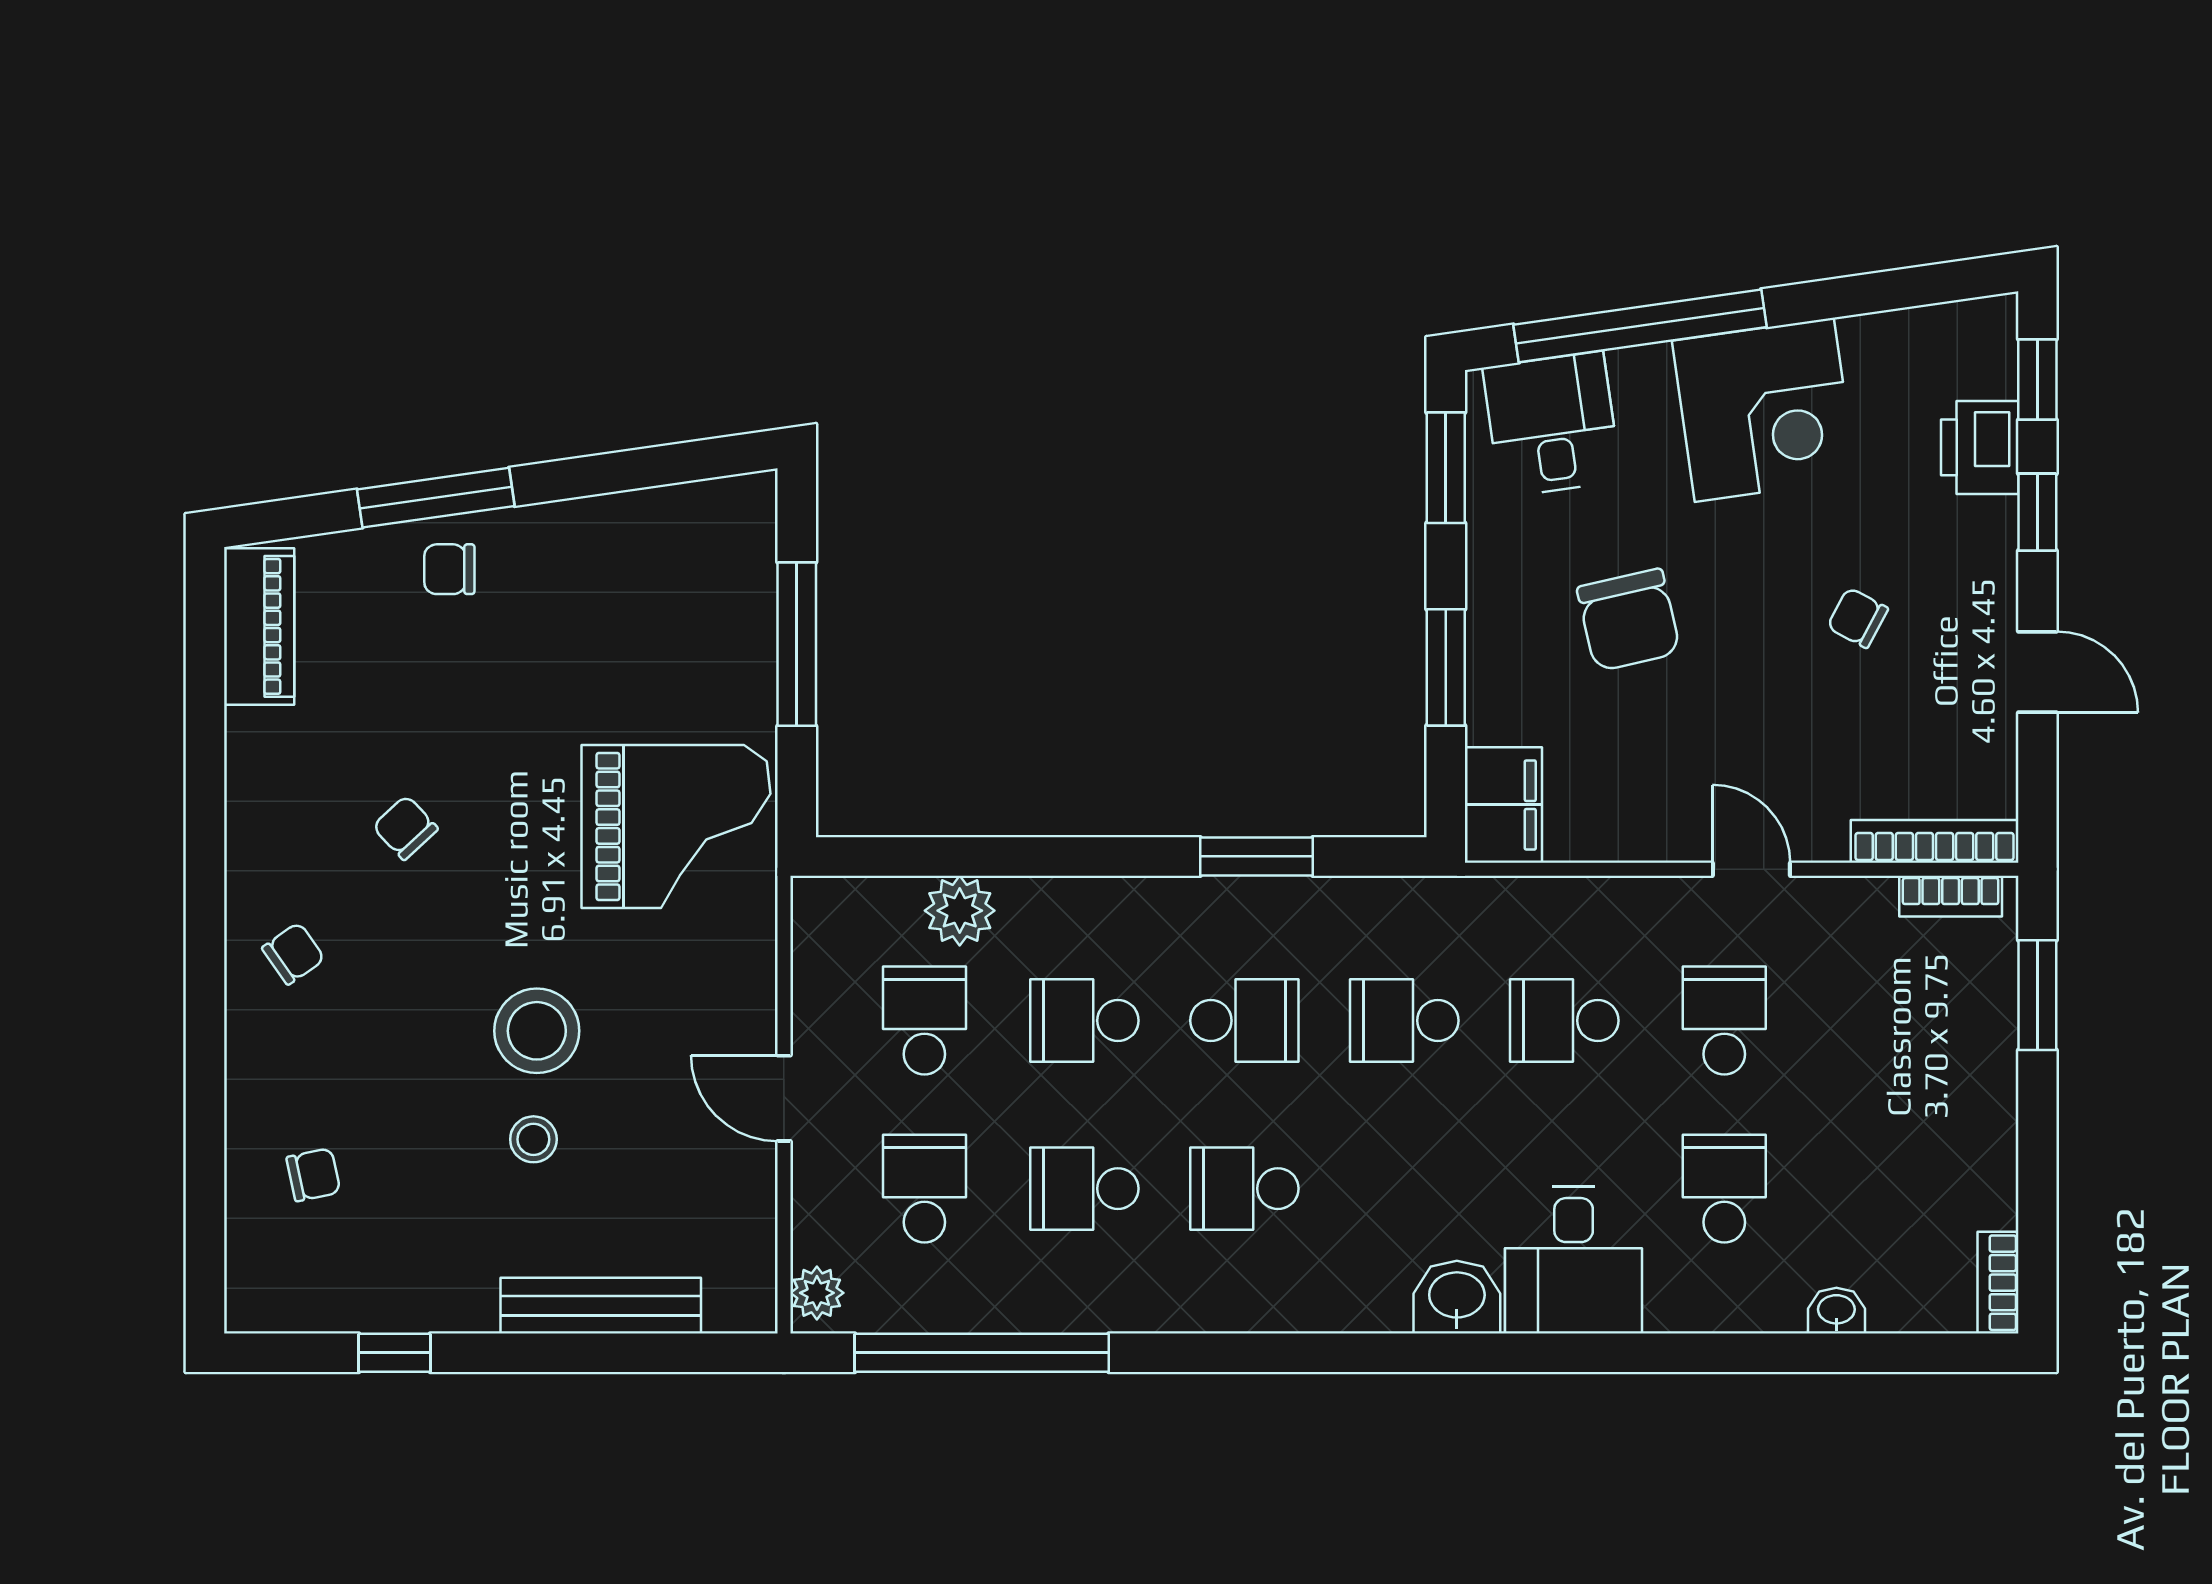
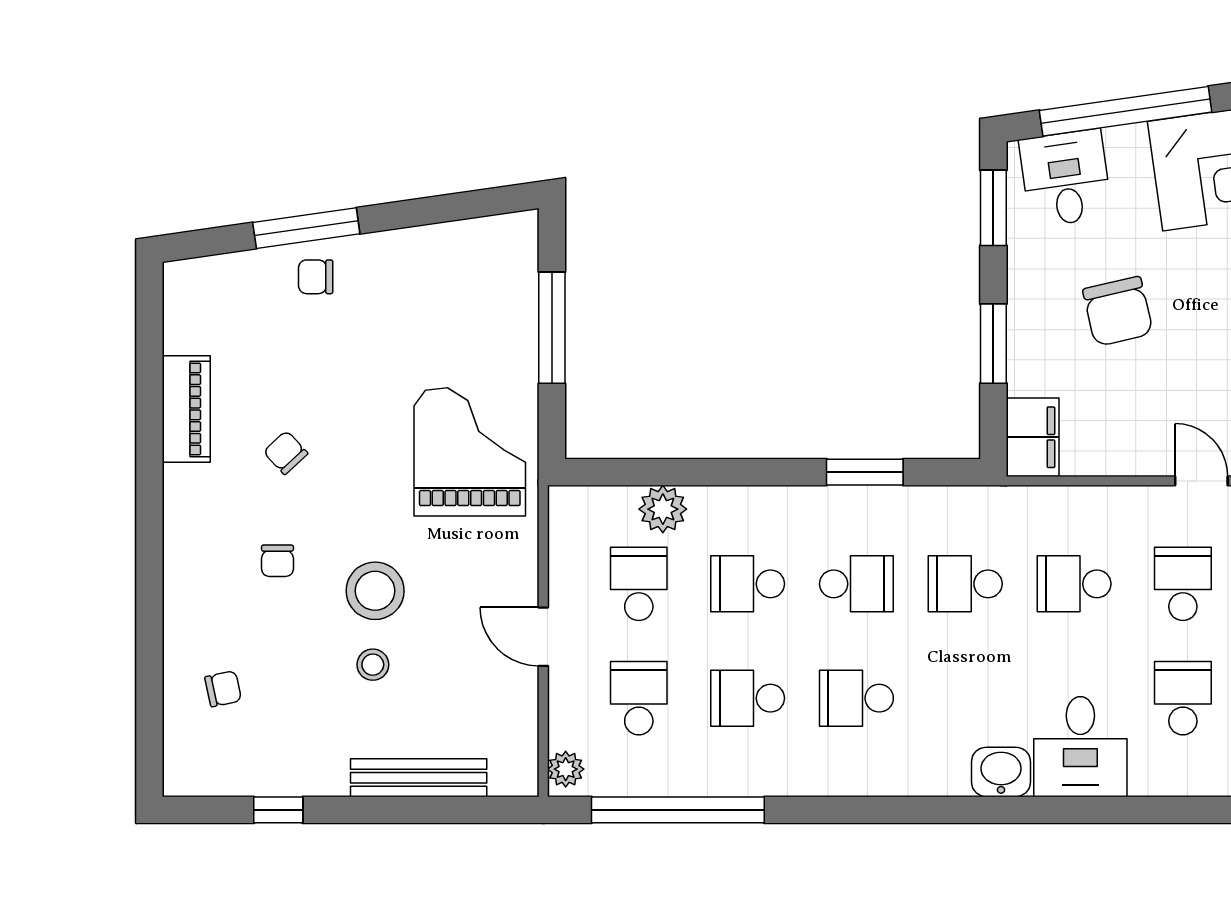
piano: (259, 626) -> (186, 409), moved
grand piano: (676, 826) -> (470, 452), turned -90
chair: (293, 954) -> (277, 561), moved, turned 125

